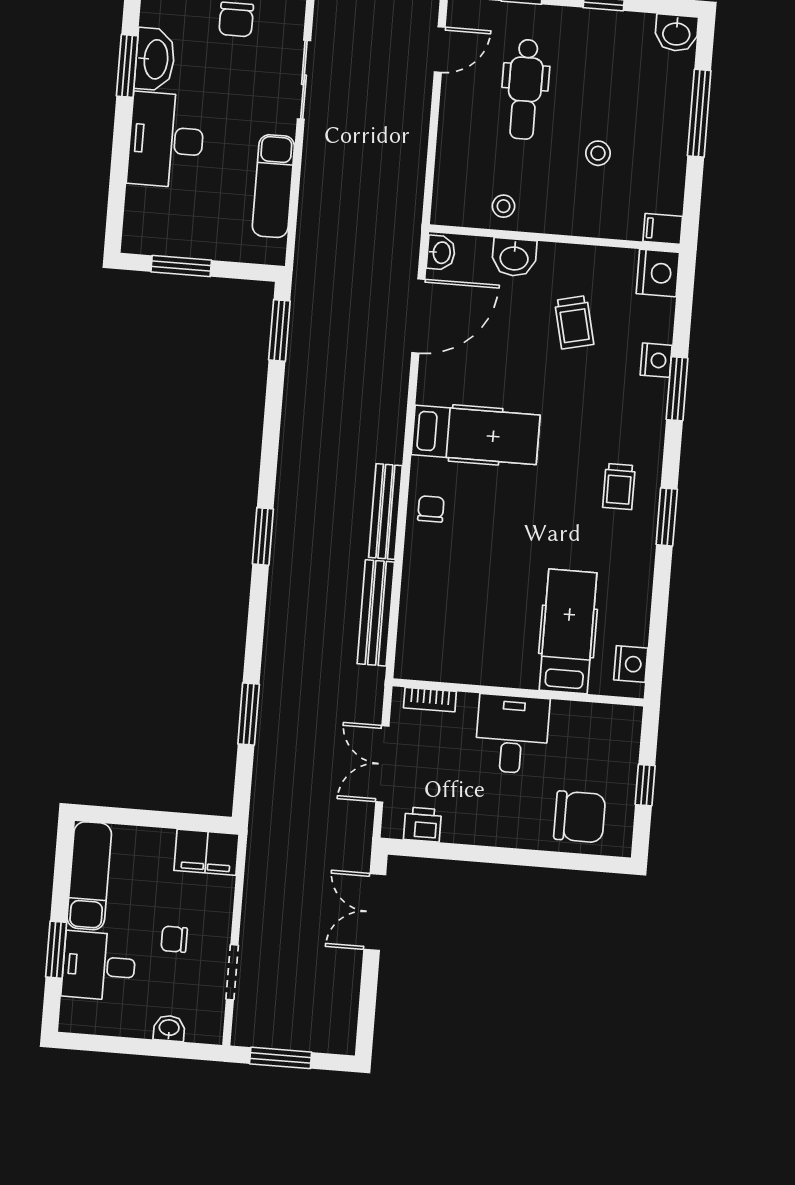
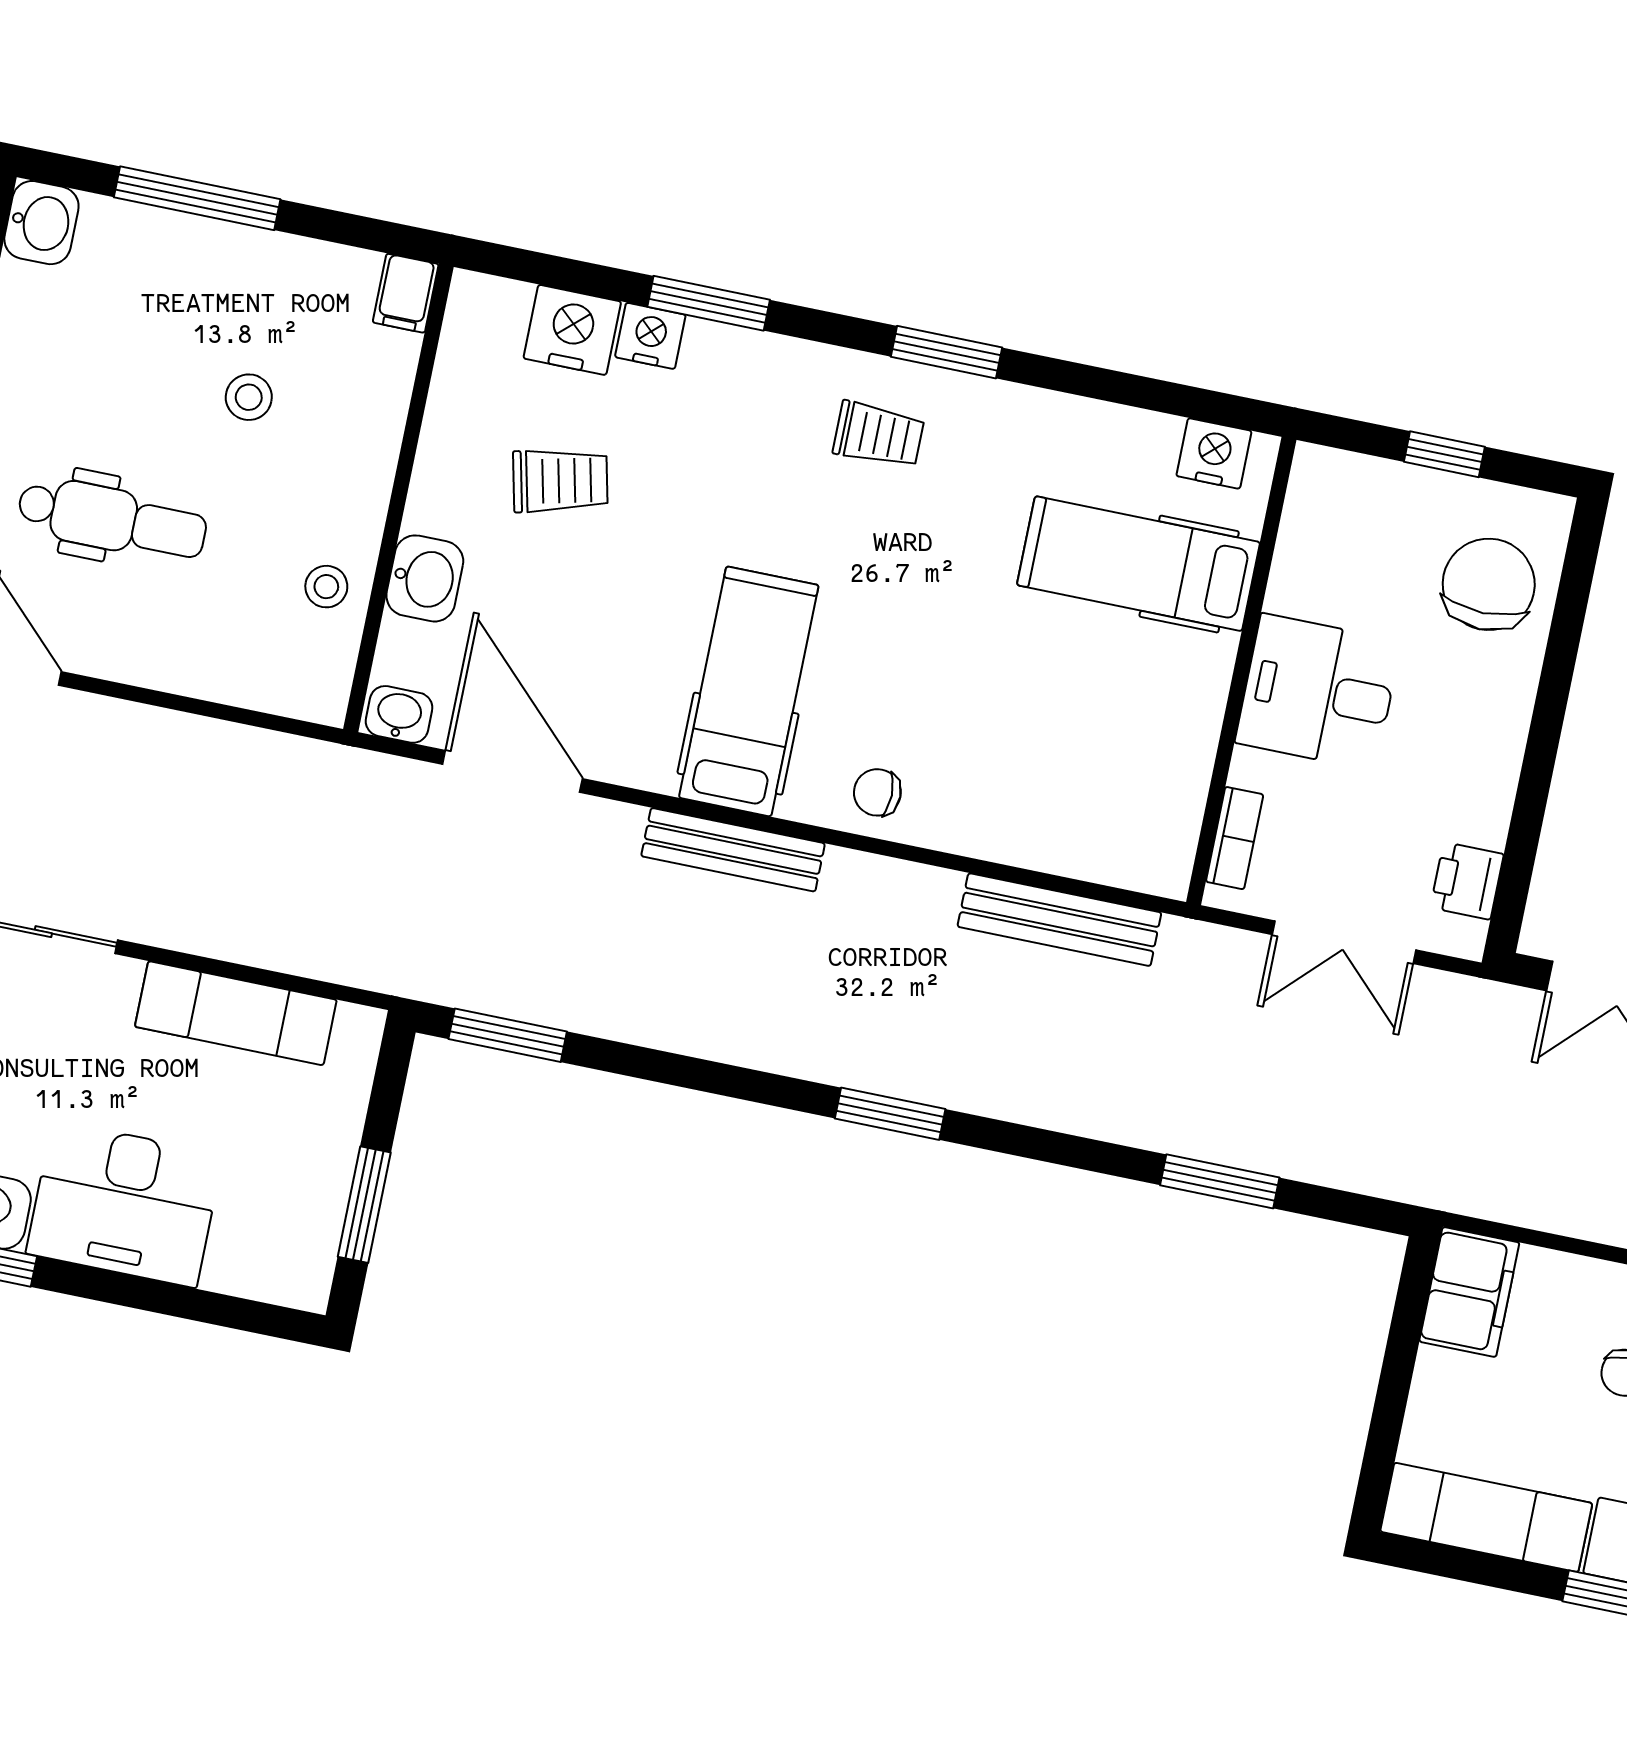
nightstand: (658, 273) -> (572, 330), moved
bench: (385, 512) -> (733, 850), moved

